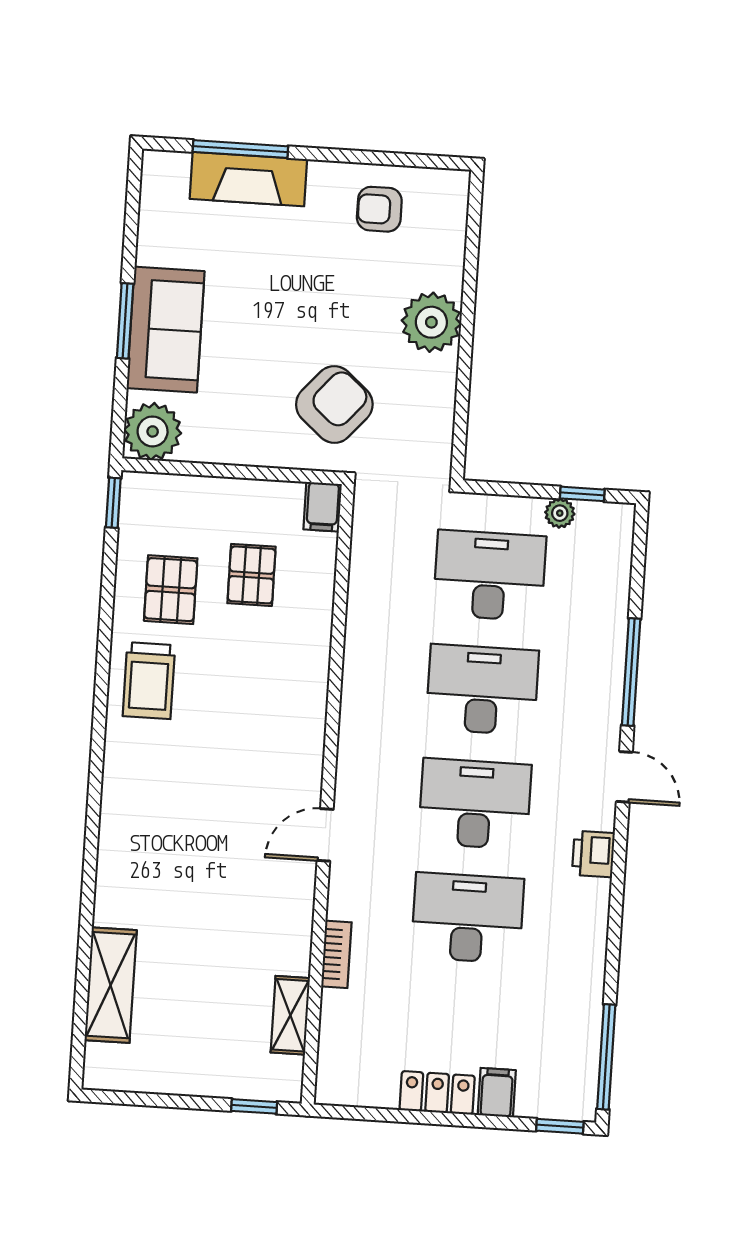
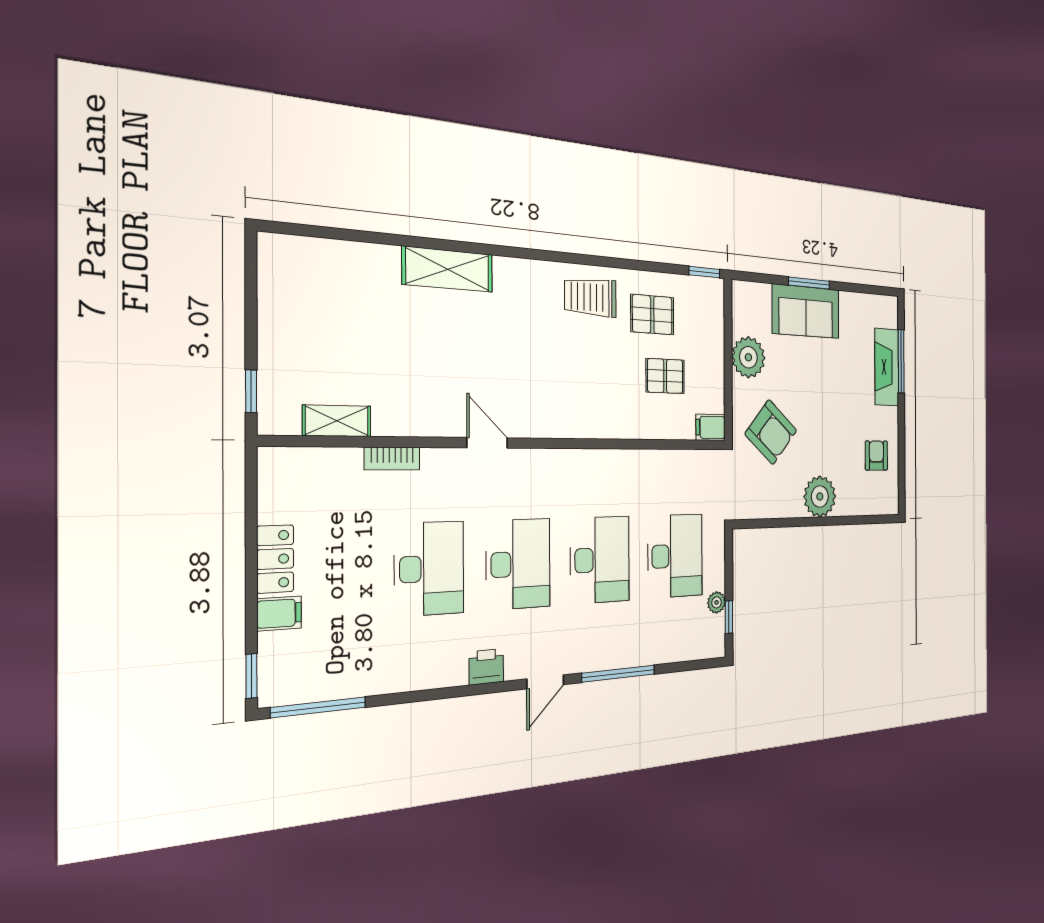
plant: (153, 431) -> (748, 357), moved
shelving: (111, 985) -> (448, 269), moved

